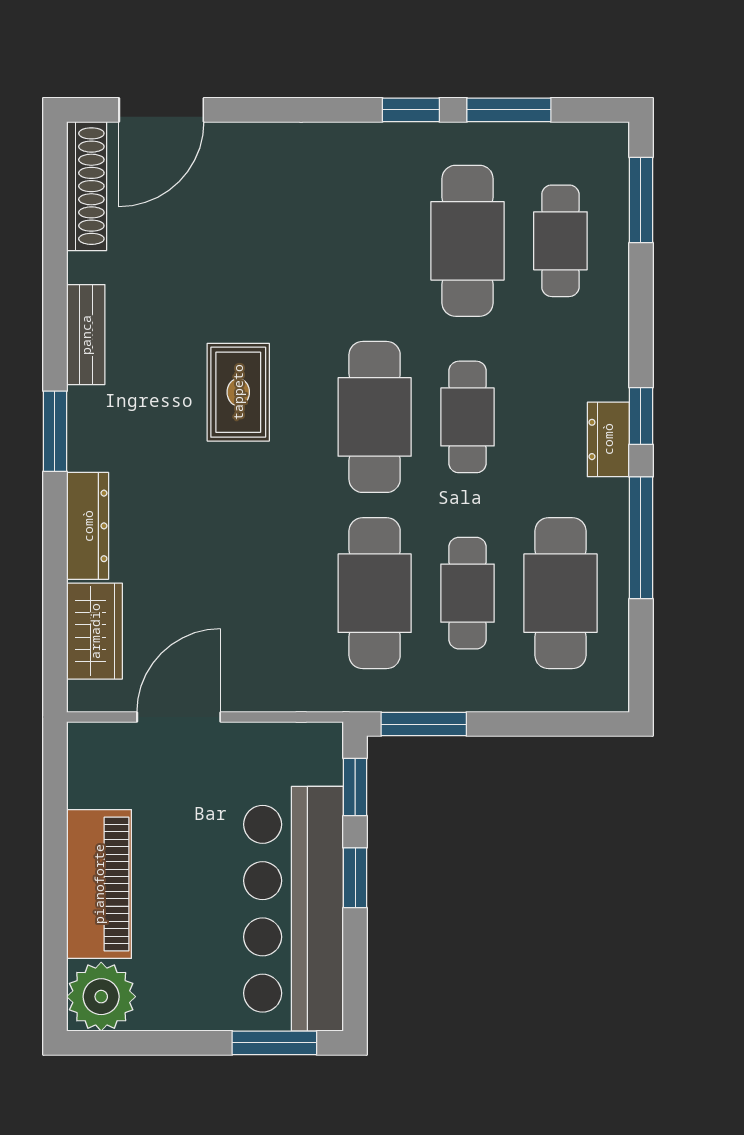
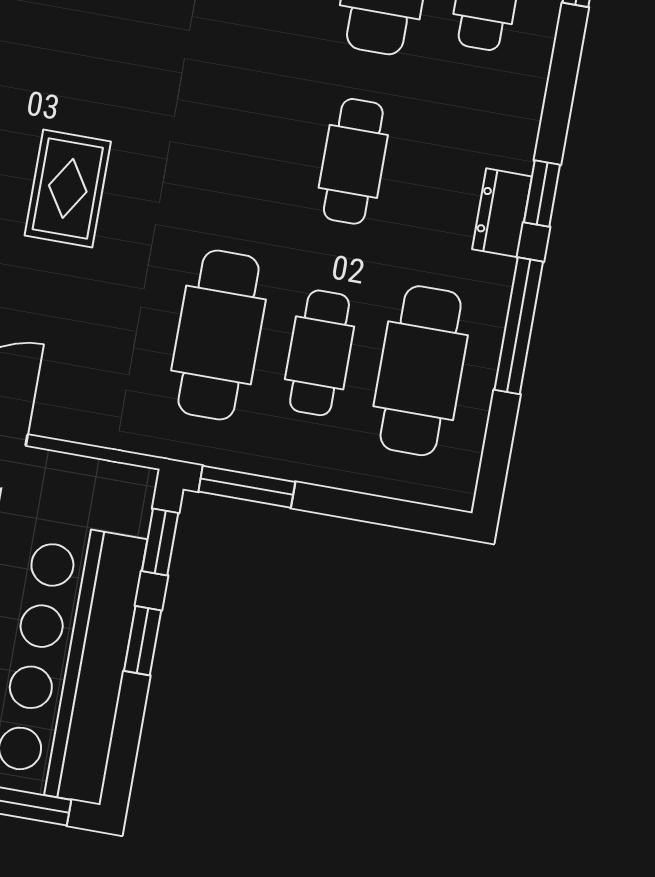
rug: (238, 392) -> (68, 188), moved
cafe table: (375, 417) -> (252, 144), removed

